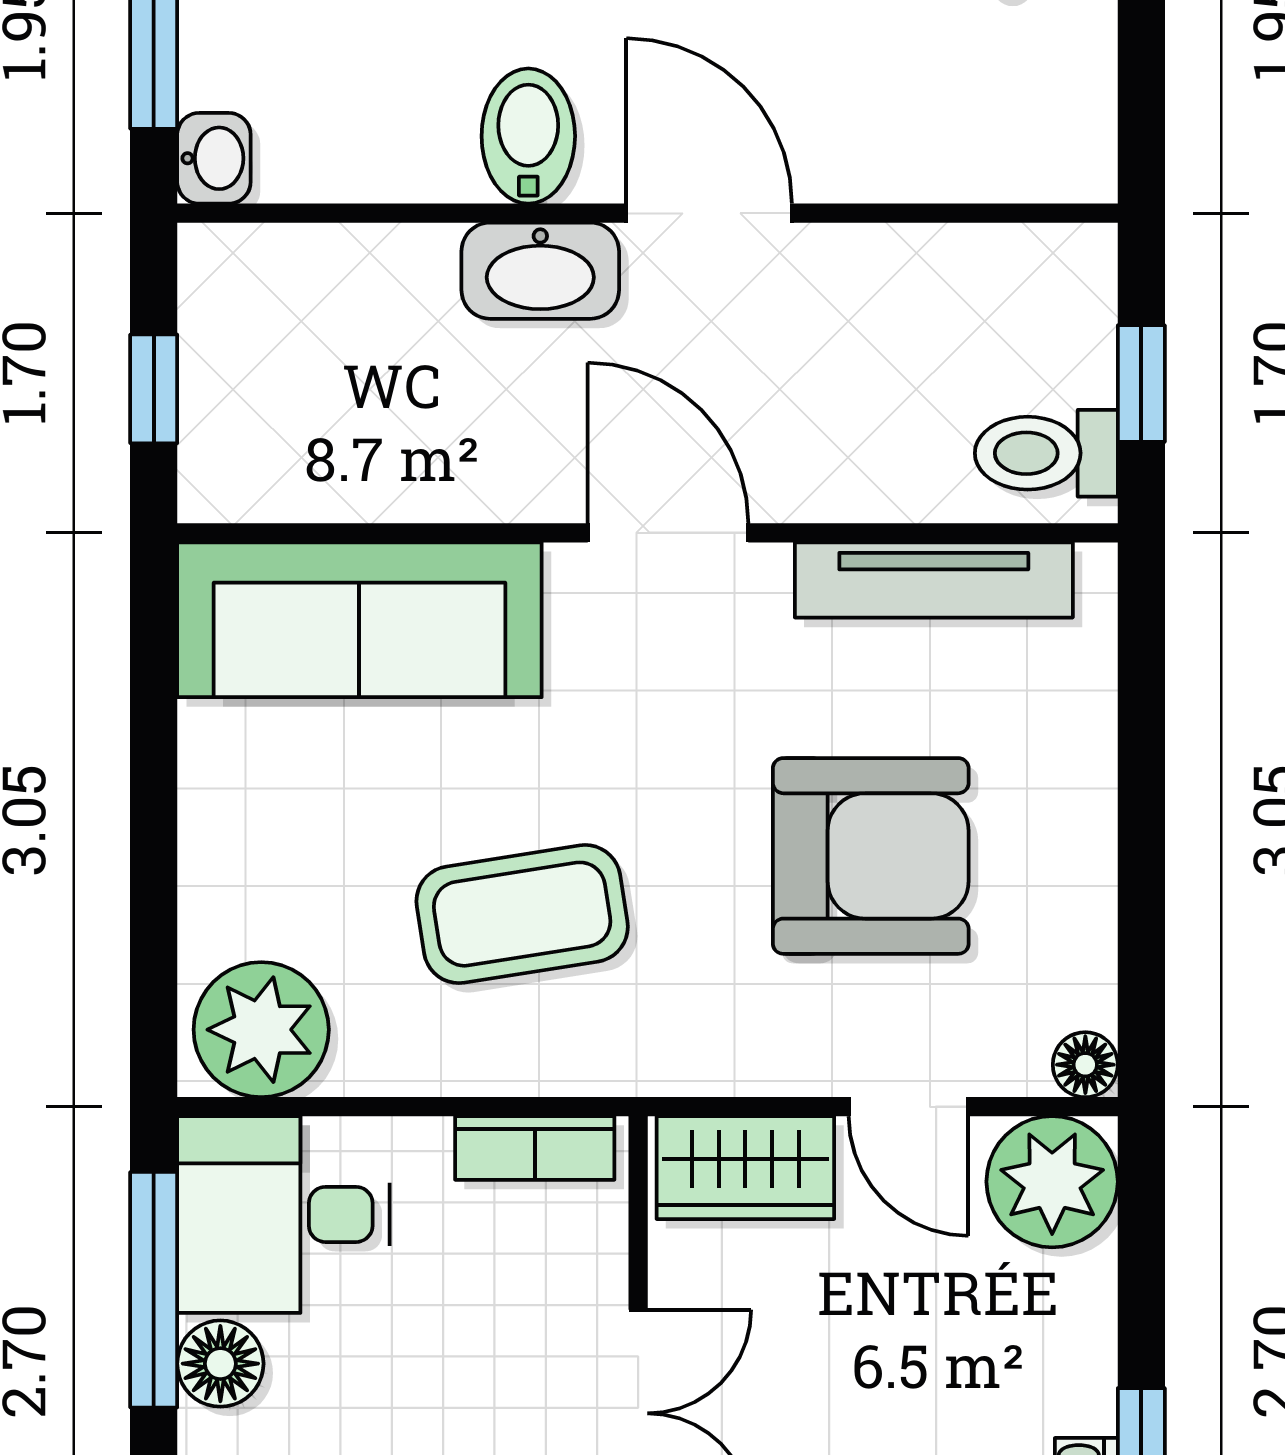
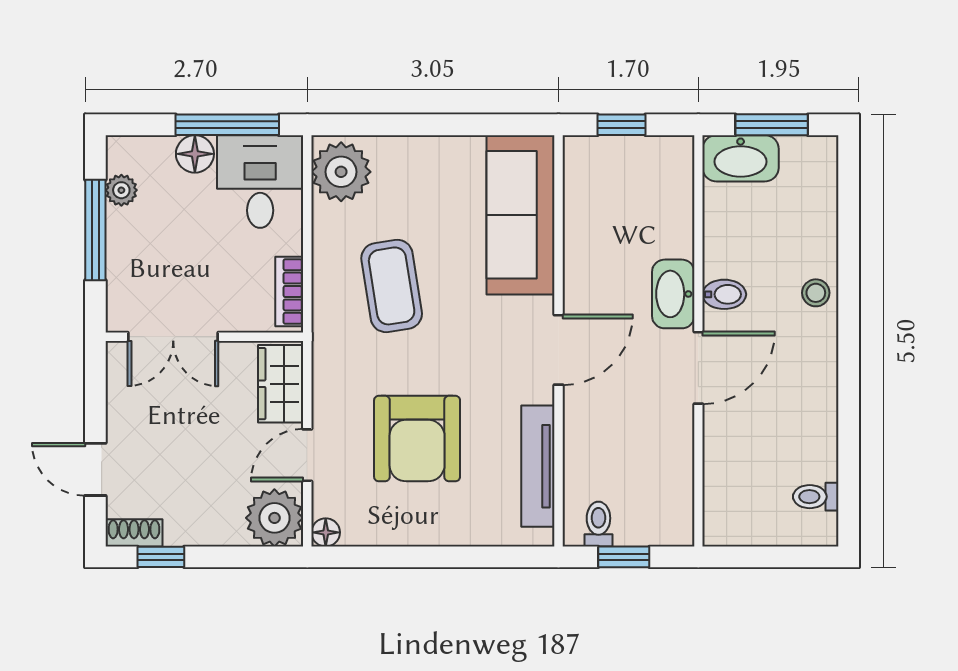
bidet: (528, 136) -> (724, 294), width x0.72, depth x0.74
washbasin: (214, 158) -> (741, 158), width x1.91, depth x1.45
toilet: (1046, 453) -> (598, 524), width x0.73, depth x0.72

